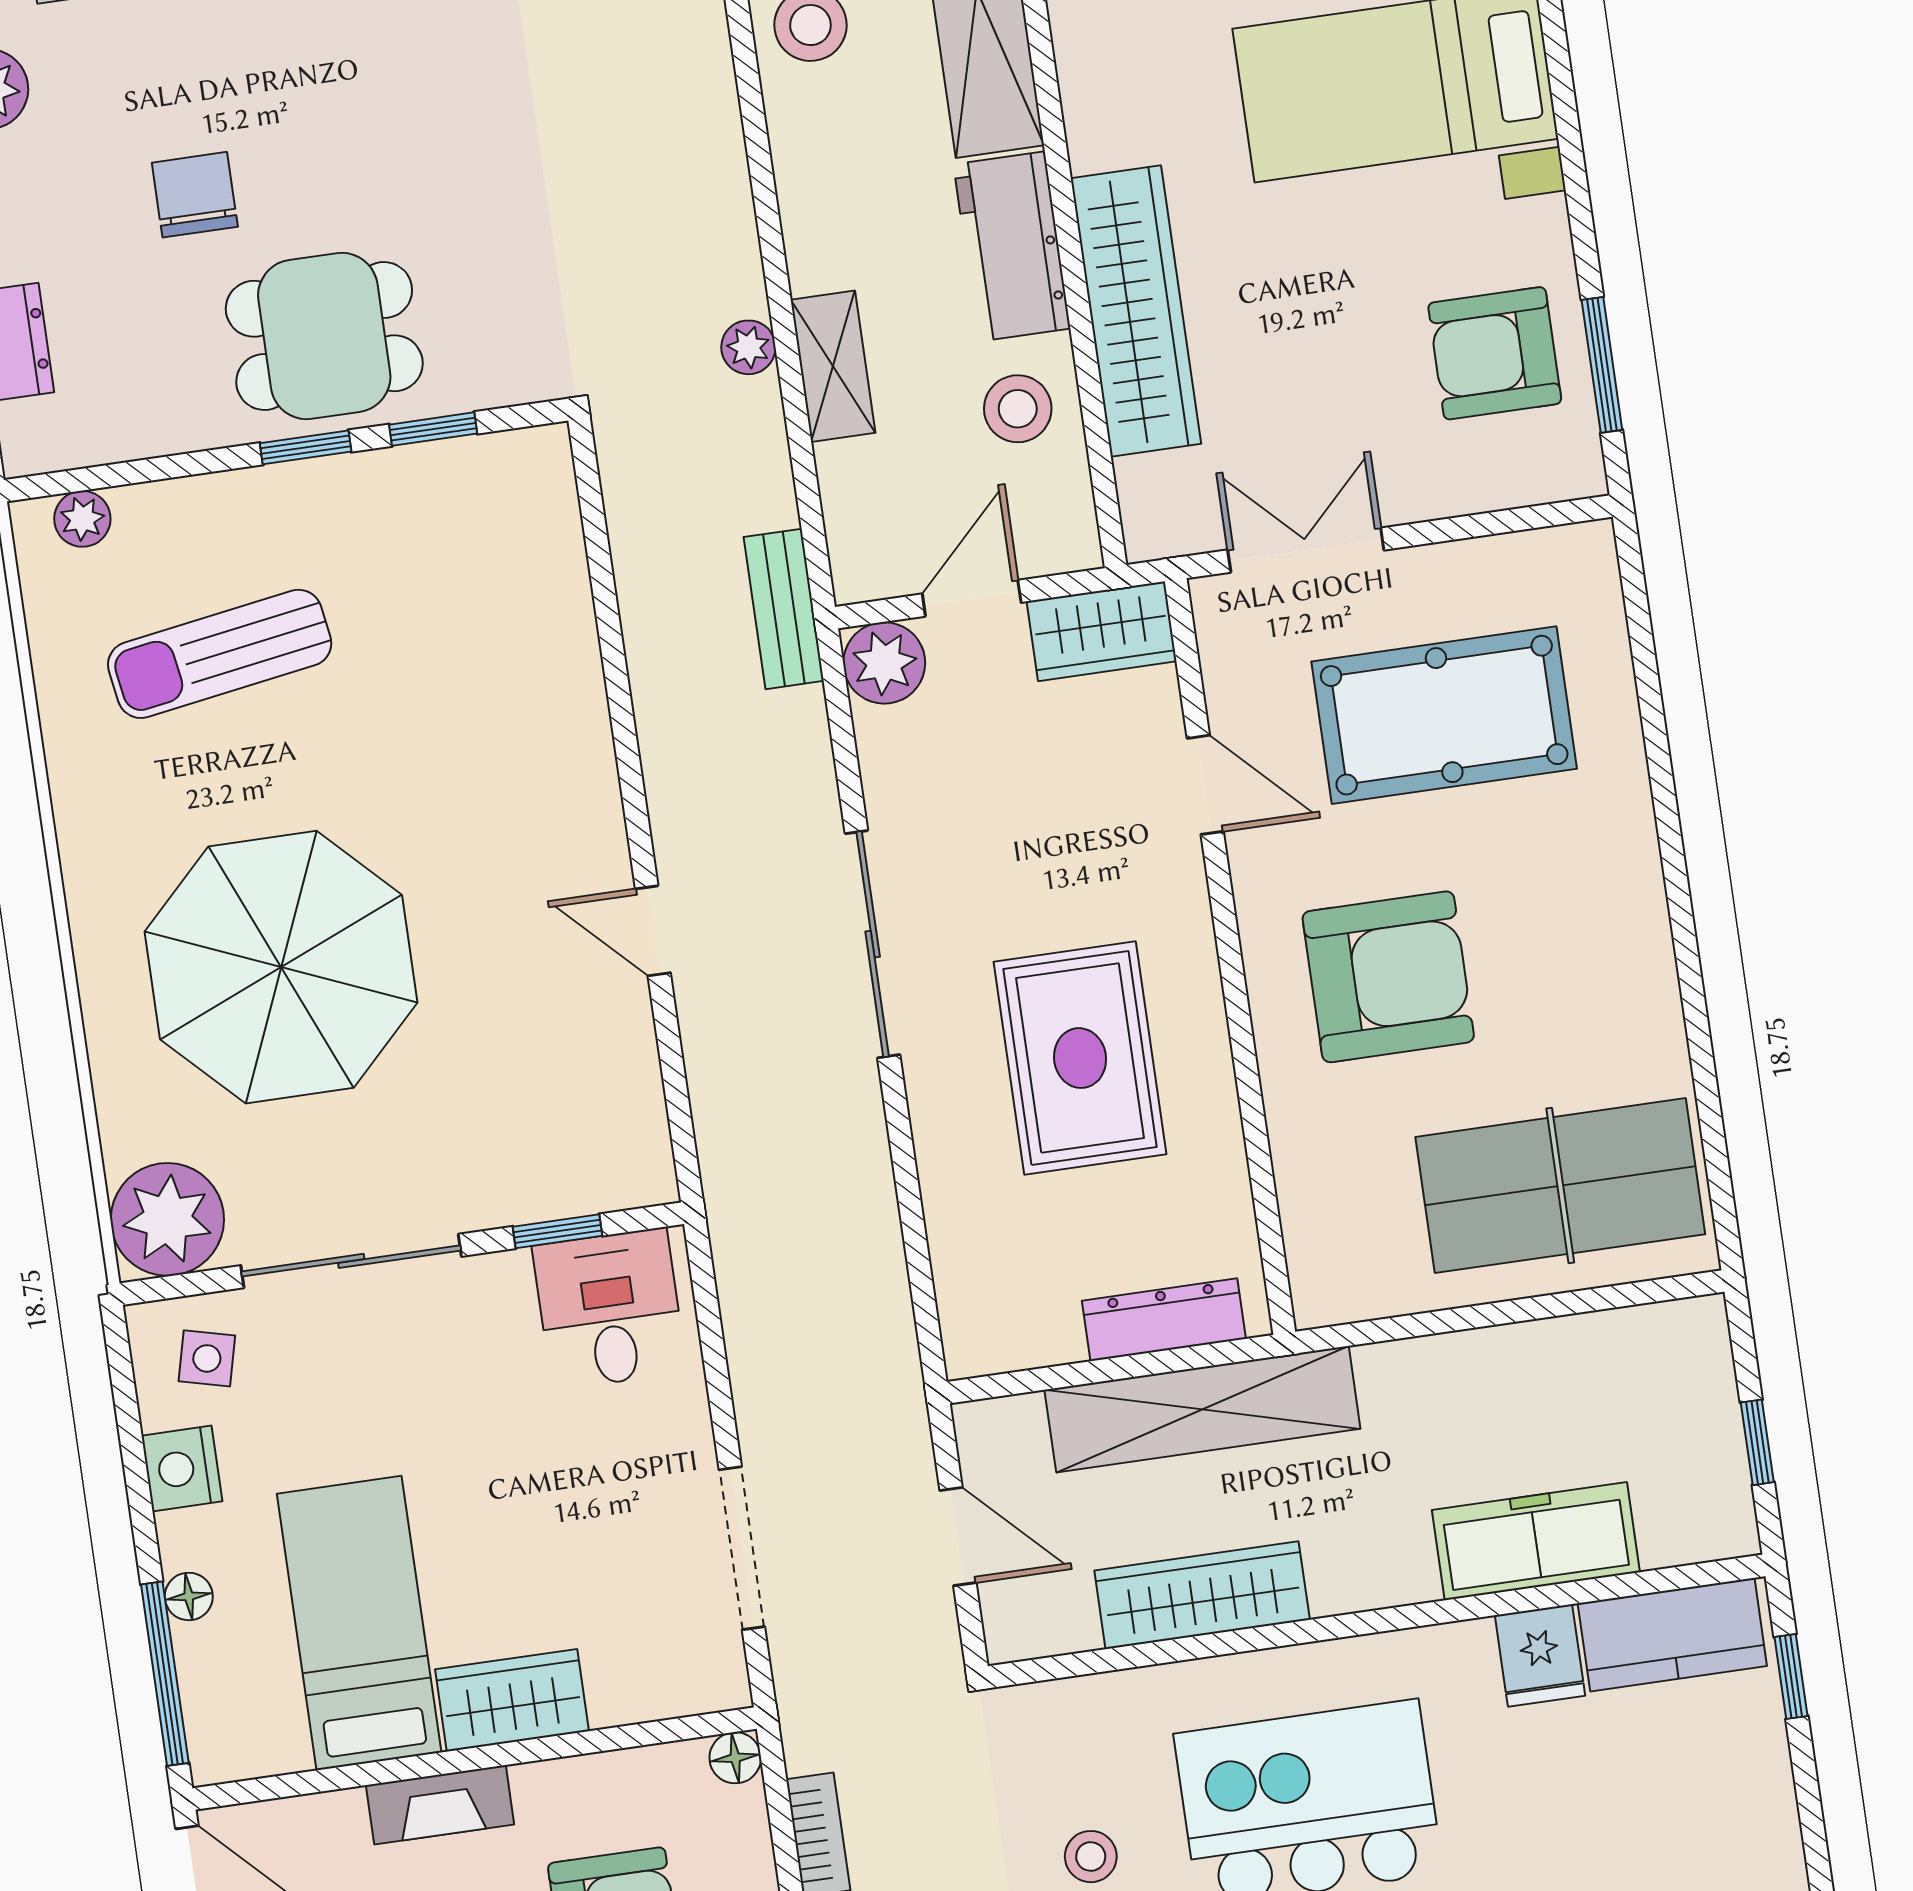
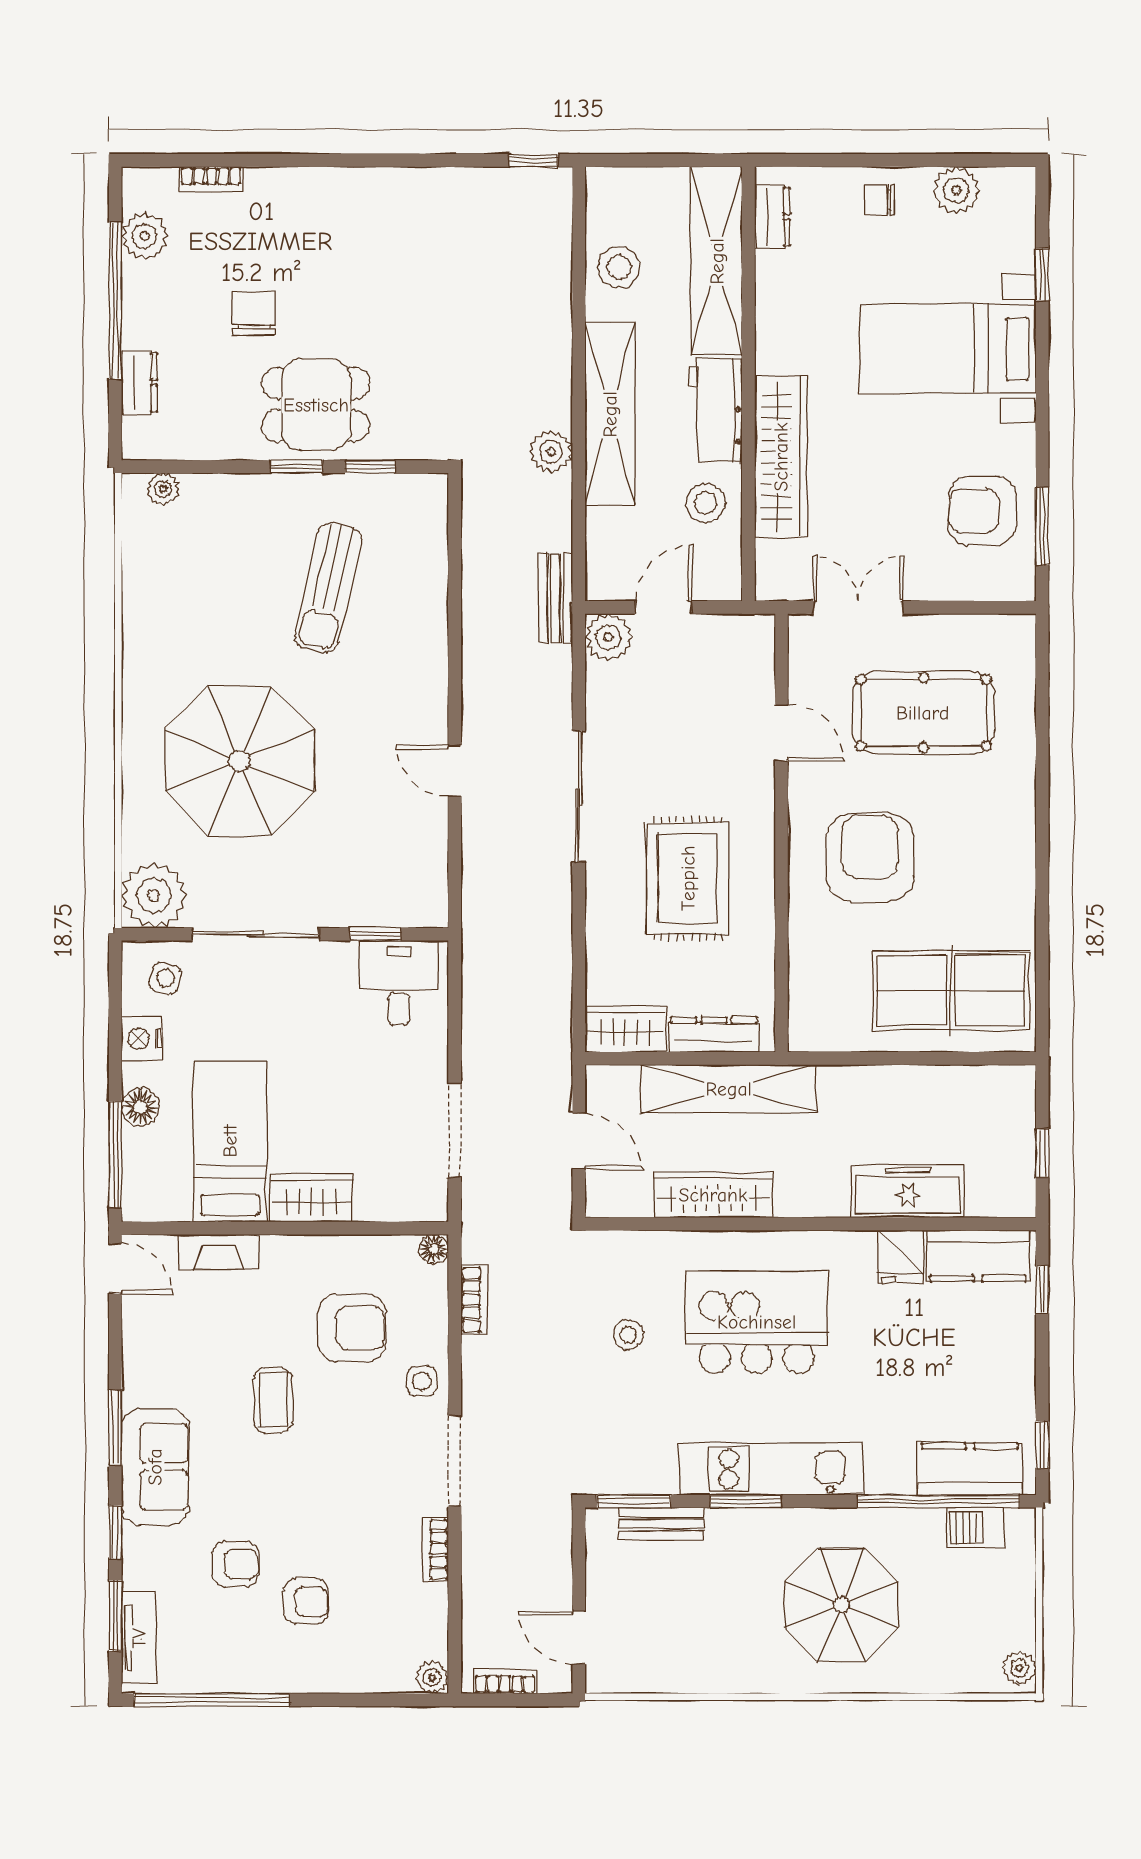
plant: (748, 347) -> (551, 452), width x1.38, depth x1.38
shelving: (833, 366) -> (610, 414), width x2.20, depth x1.33
wardrobe: (1102, 631) -> (625, 1029), moved, turned 180
sun lounger: (220, 654) -> (328, 588), moved, turned -68
armchair: (1388, 977) -> (870, 857), turned -90
floor lamp: (189, 1596) -> (140, 1107), width x1.37, depth x1.37
fireplace: (440, 1805) -> (219, 1252), moved

